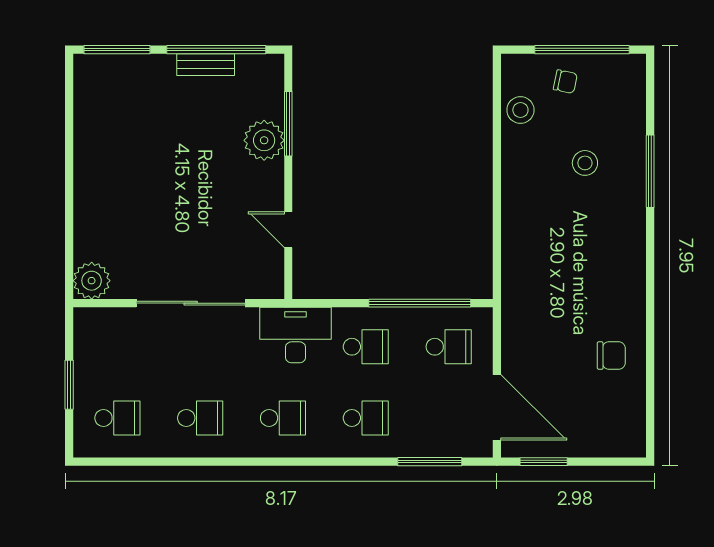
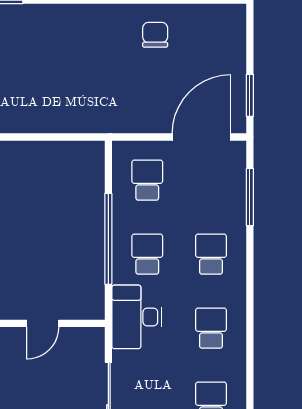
window: (420, 303) -> (108, 239), moved

